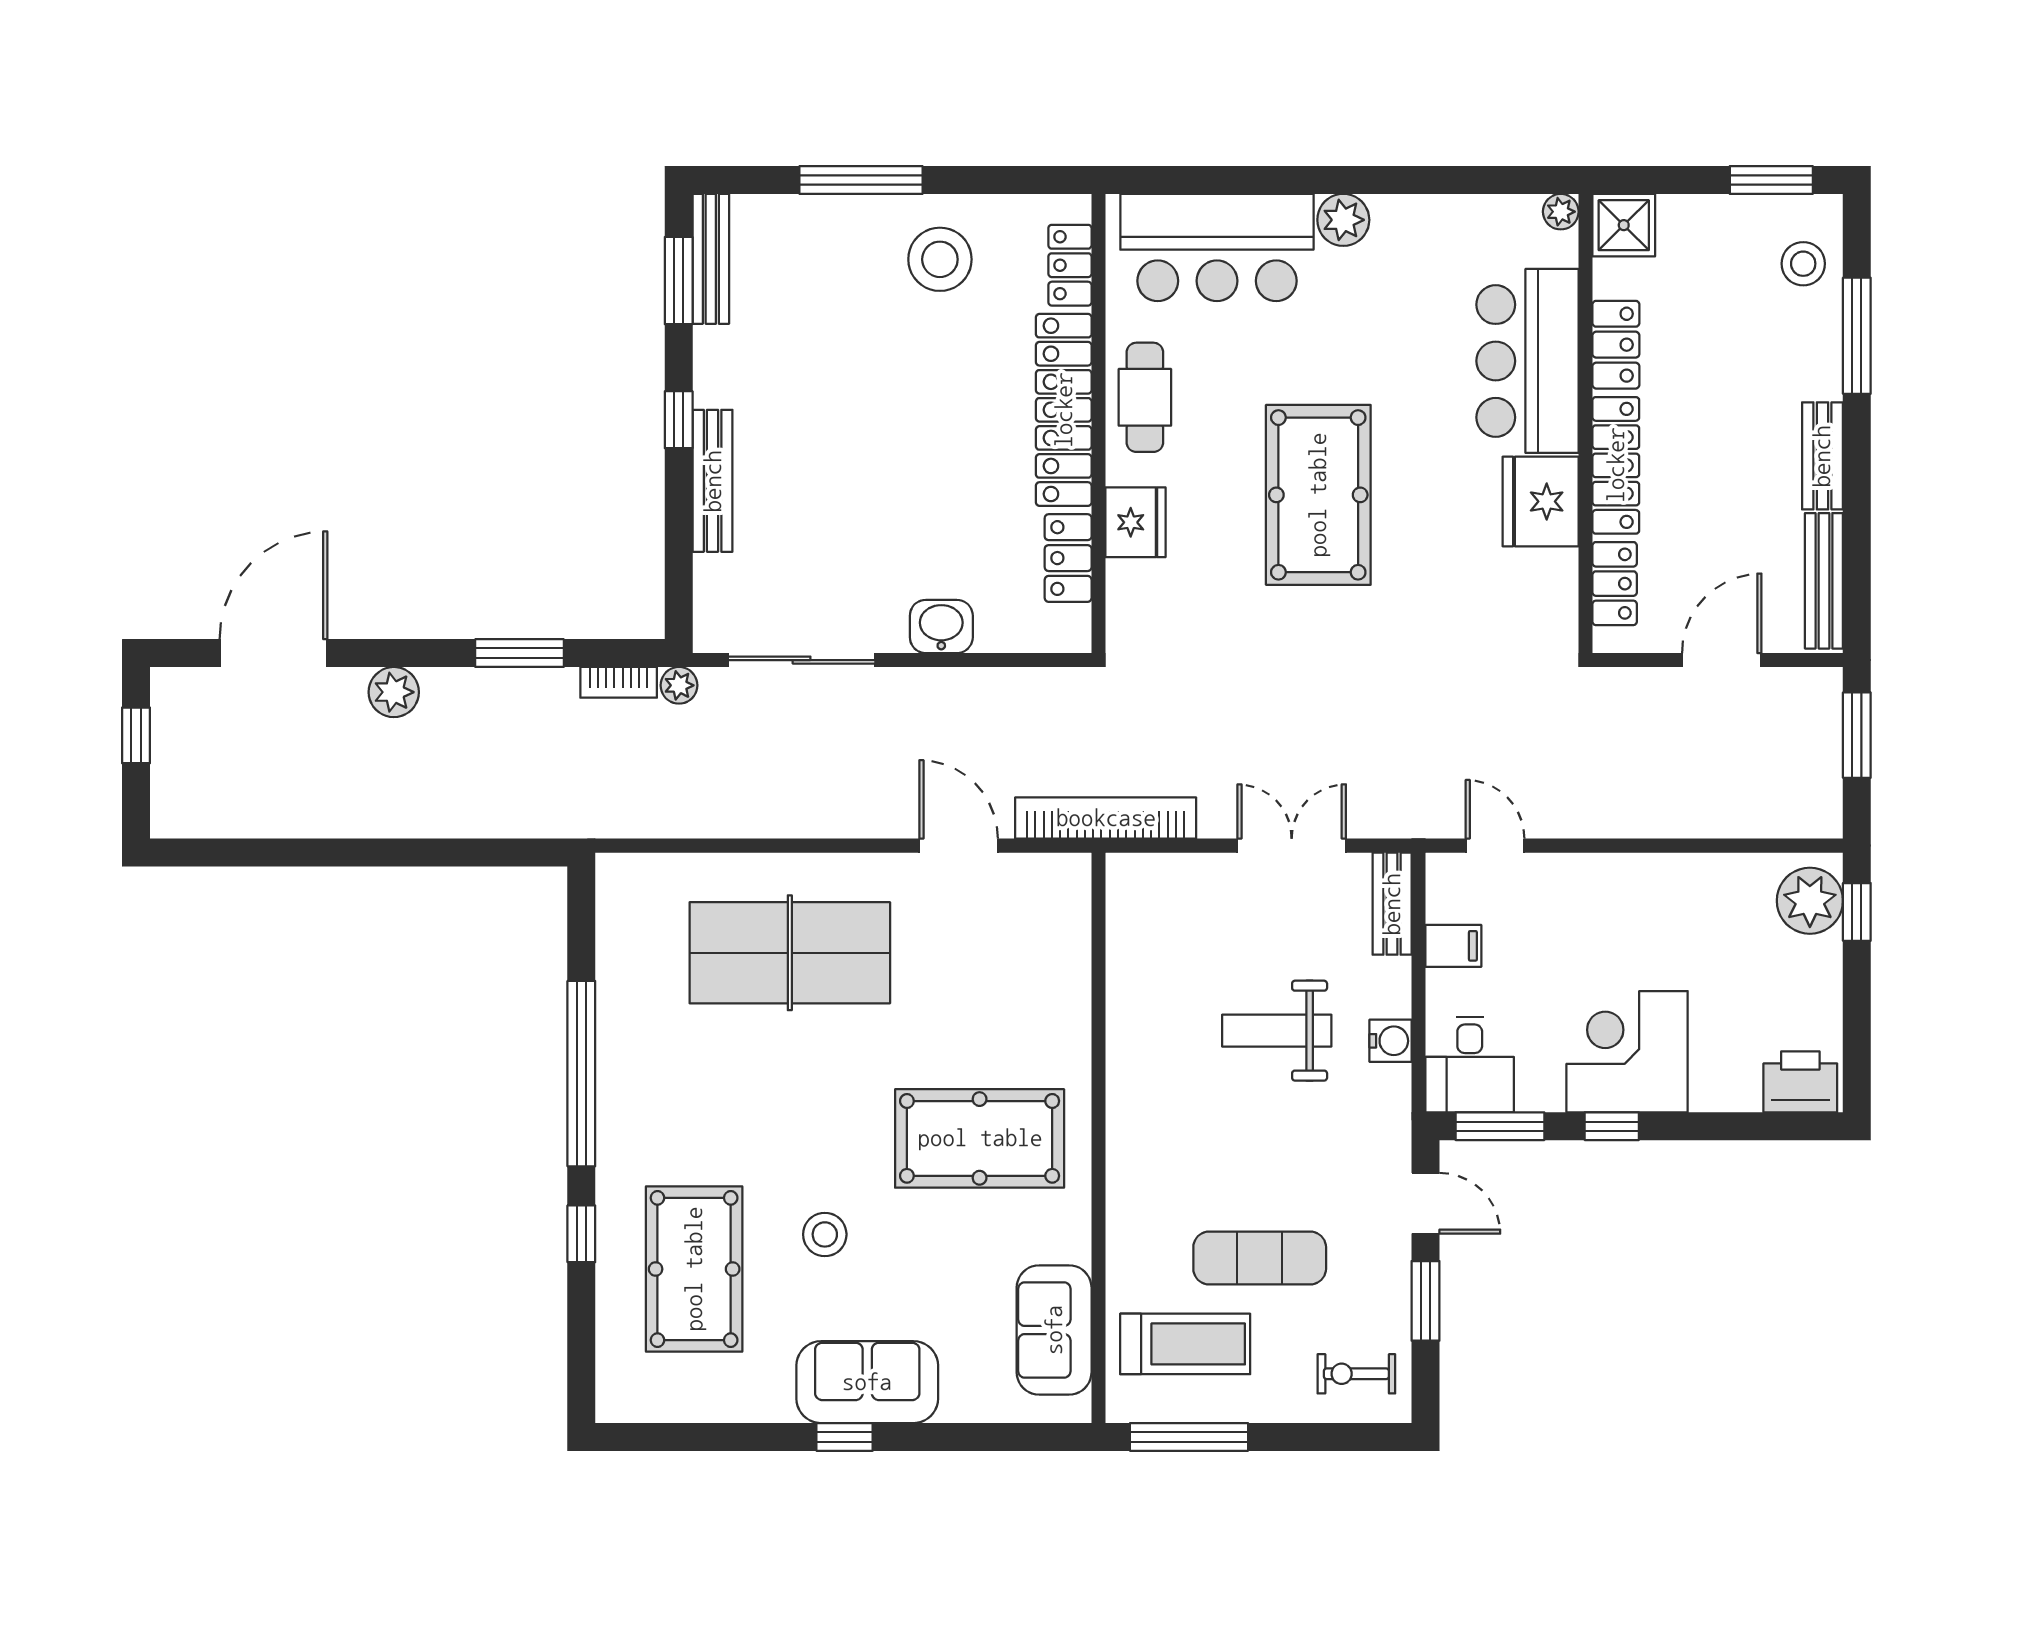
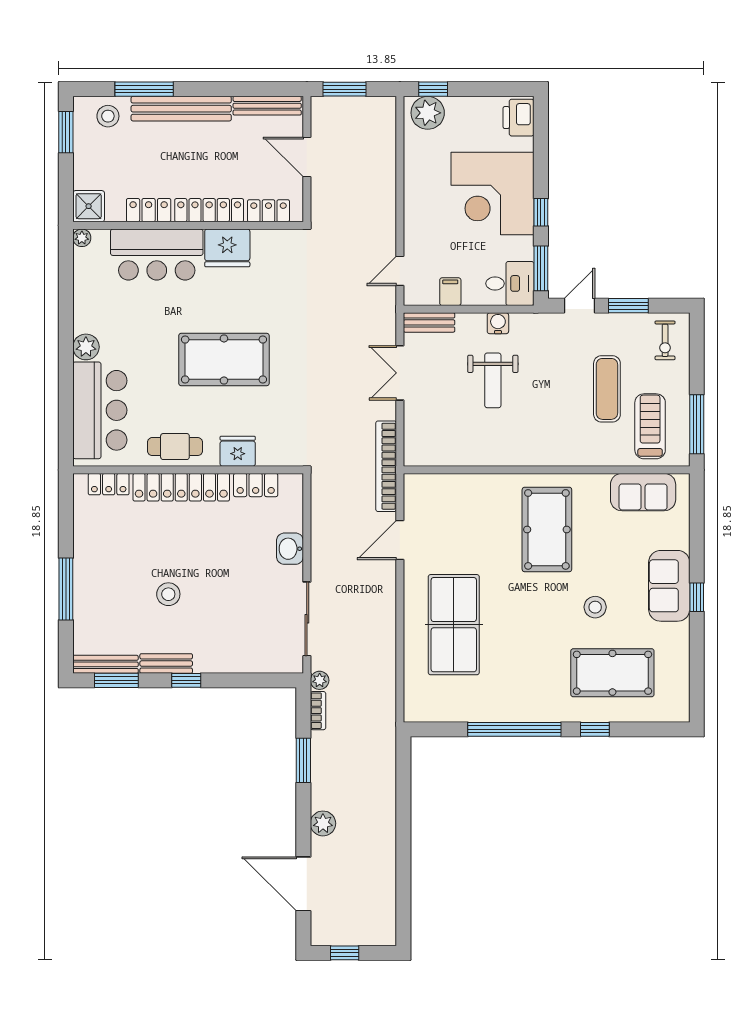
stool: (940, 259) -> (168, 594), moved, width x0.73, depth x0.73
bench: (1822, 456) -> (181, 109), width x1.86, depth x1.21
bench: (713, 481) -> (166, 664), moved, width x0.73
corner desk: (1627, 1052) -> (492, 194), width x1.36, depth x1.36

